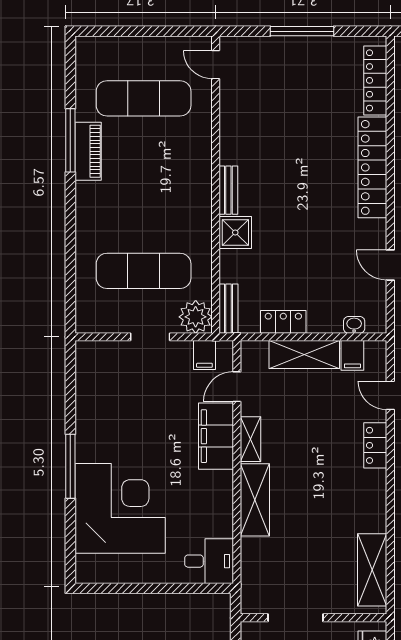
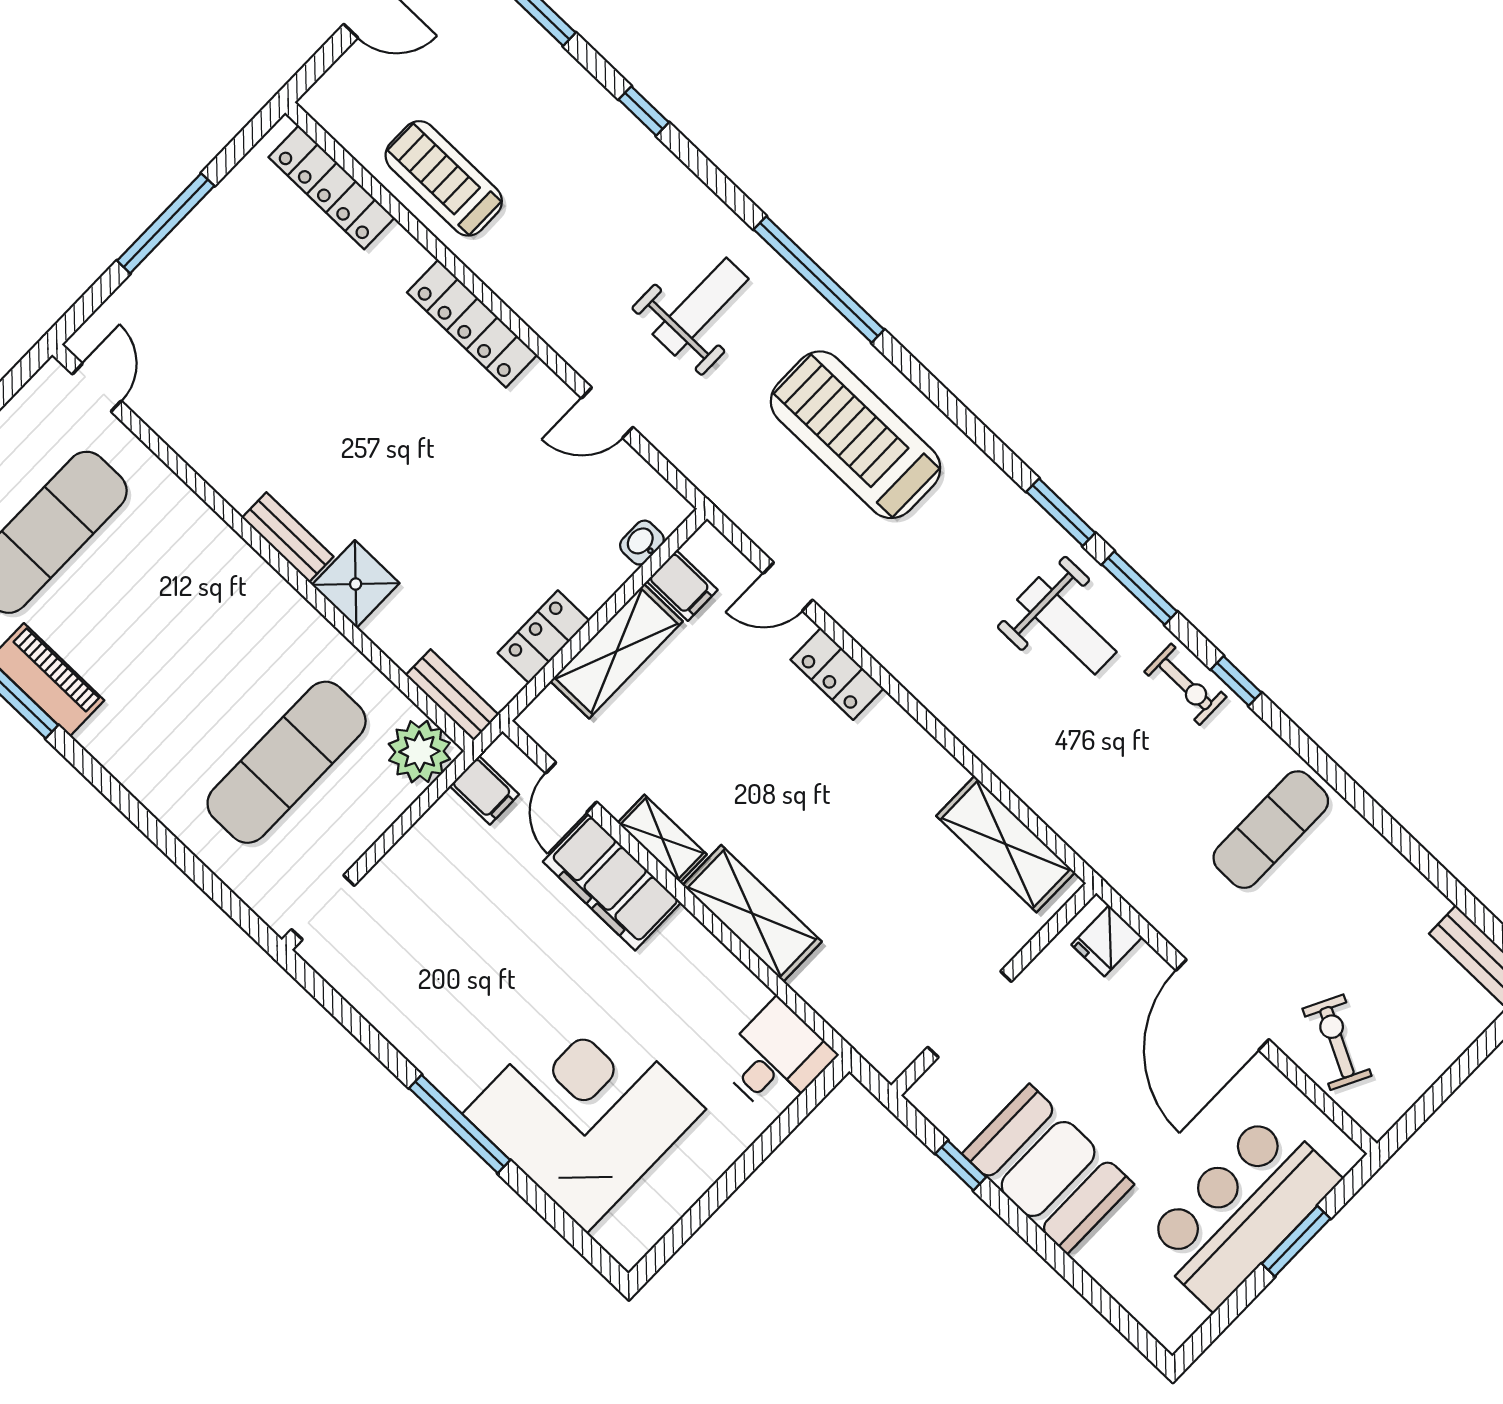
door: (216, 65) -> (97, 388), swing flipped
locker: (372, 167) -> (472, 324), width x0.71, depth x0.83
doorway: (150, 337) -> (323, 907), moved

